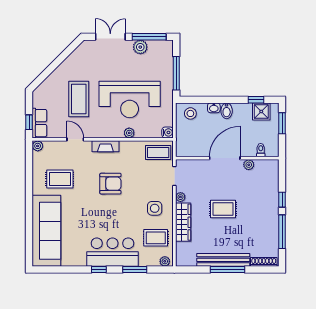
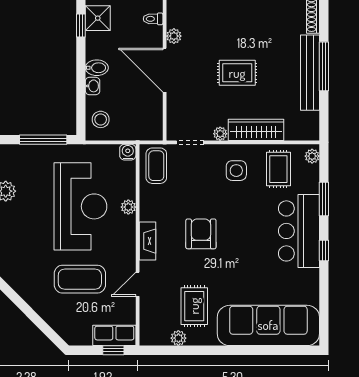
plant: (38, 146) -> (178, 338), moved
rug: (223, 209) -> (237, 73), turned 90

